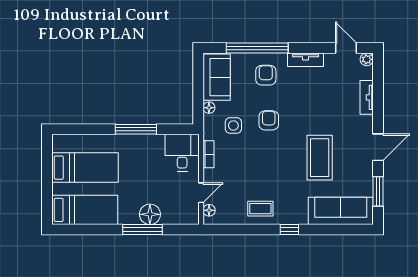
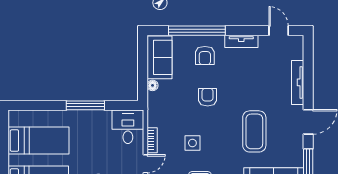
plant: (367, 59) -> (298, 41), removed
armchair: (266, 75) -> (205, 56), turned 180
tv unit: (367, 97) -> (298, 82), width x1.41
side table: (233, 125) -> (192, 143), moved
bookcase: (209, 154) -> (152, 140), moved

